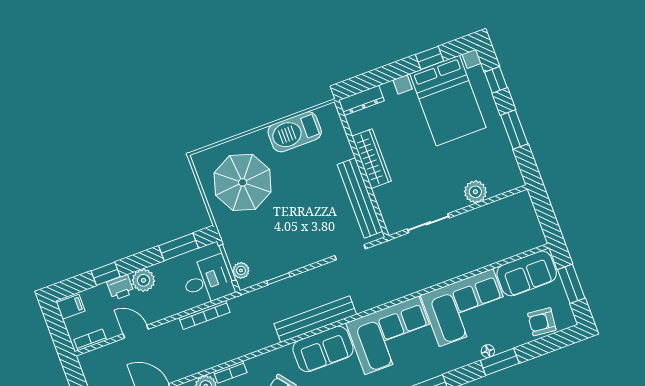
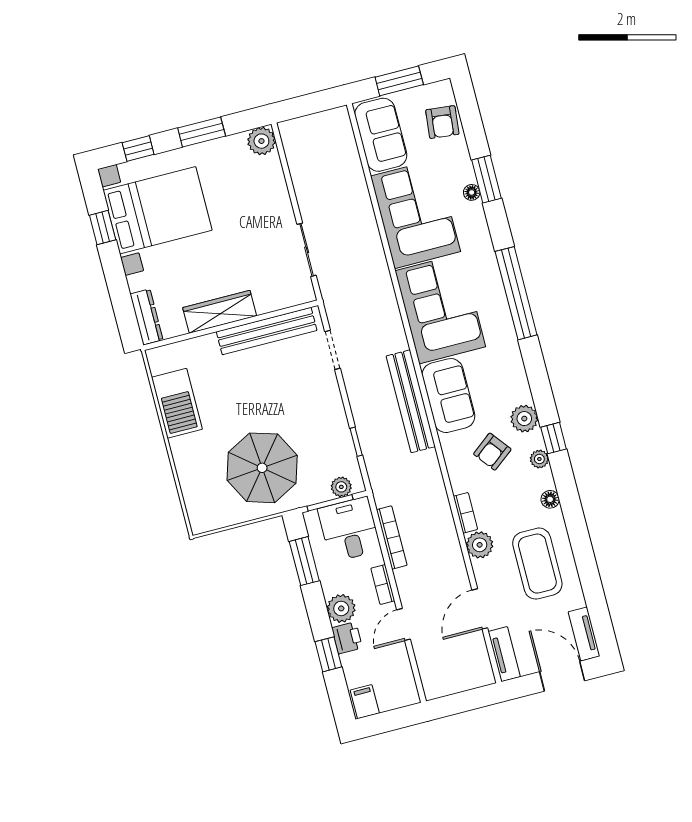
parasol: (243, 182) -> (262, 468), moved
plant: (475, 192) -> (261, 141), moved
bookcase: (90, 340) -> (383, 585), moved

